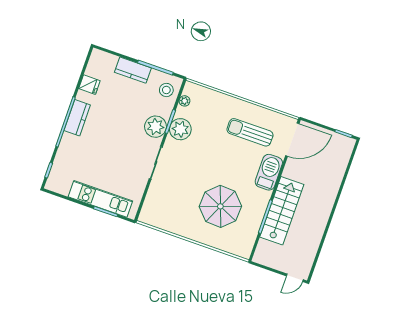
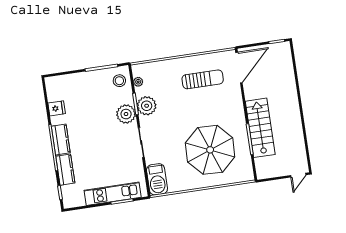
kitchen counter: (133, 70) -> (65, 170), moved, turned -90
sun lounger: (250, 132) -> (203, 79), turned 180
barbecue: (269, 172) -> (157, 179), moved, turned 180
parasol: (220, 206) -> (210, 150), width x1.36, depth x1.36

